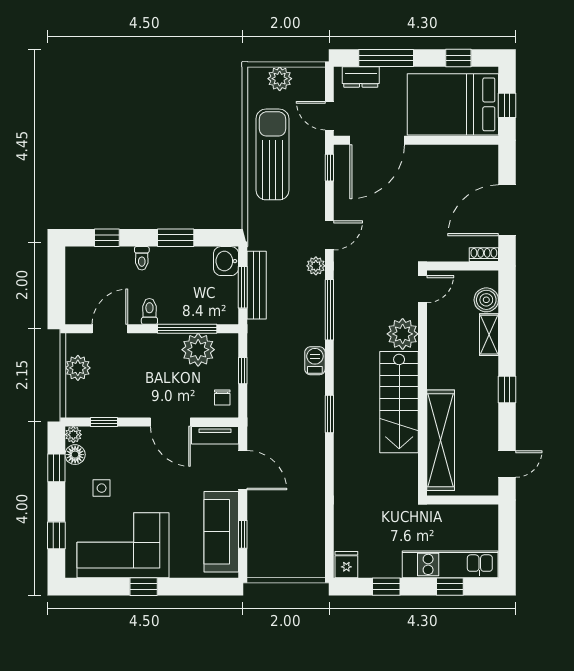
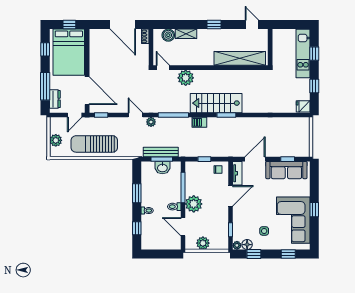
washbasin: (226, 261) -> (162, 168), moved
plant: (198, 350) -> (194, 204), moved
stairs: (399, 402) -> (216, 103), moved, turned 180

